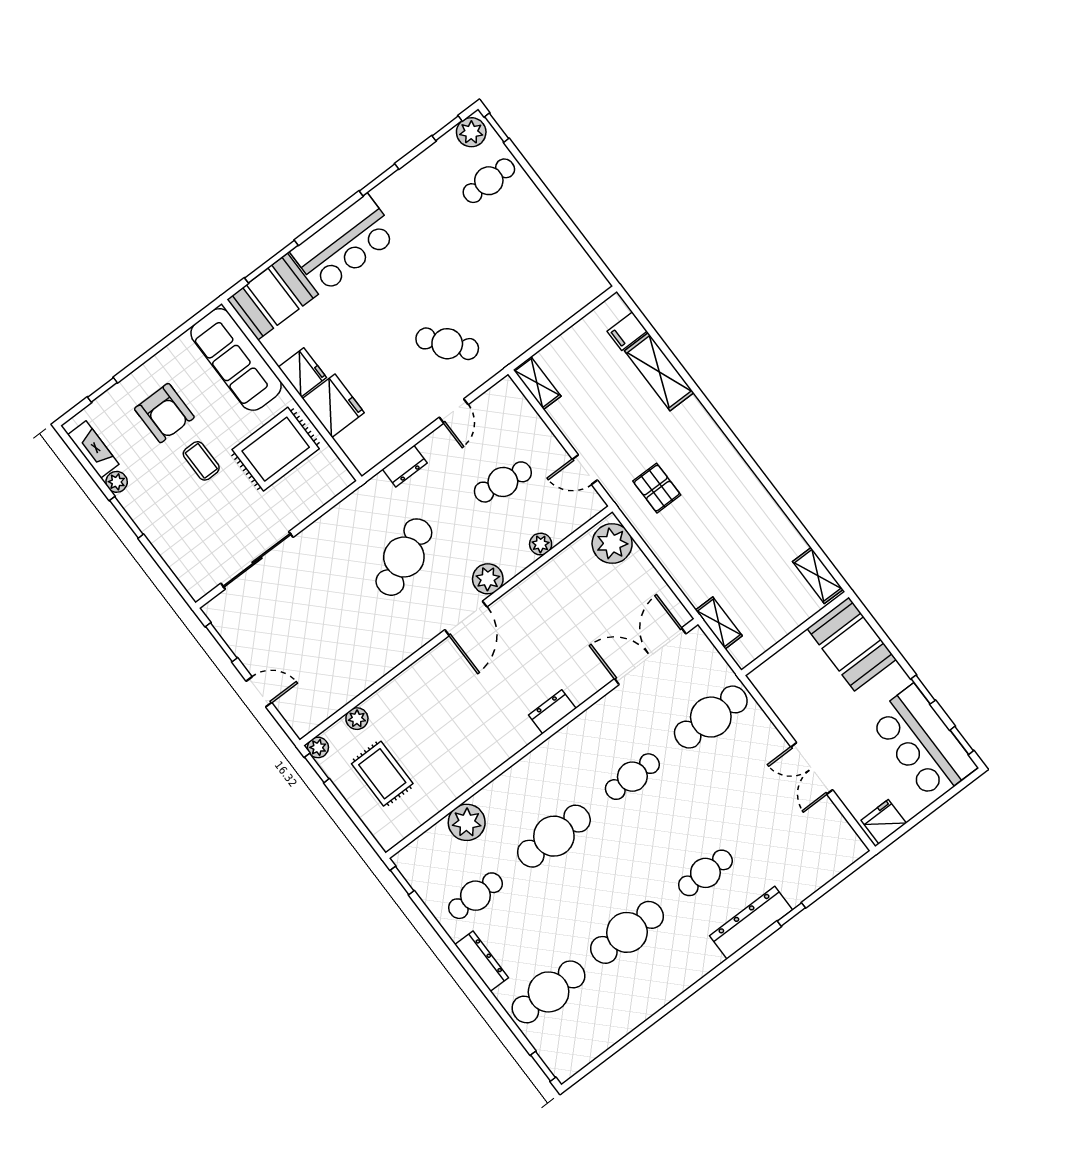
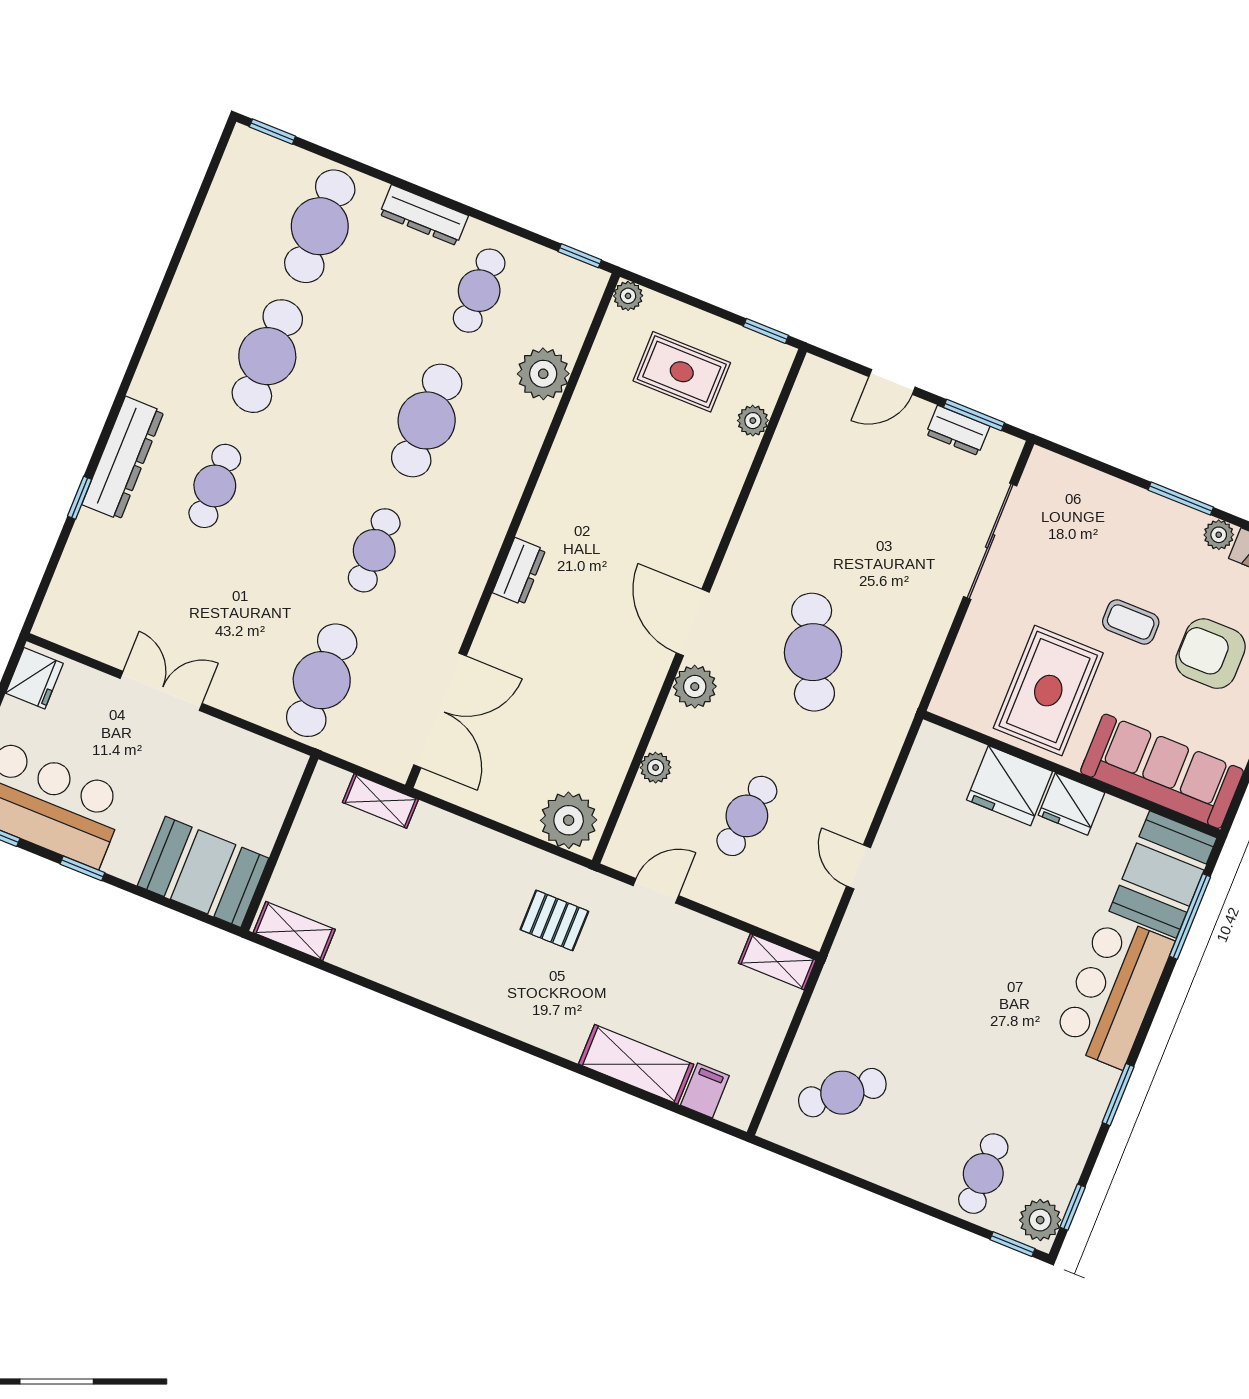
cafe table: (447, 344) -> (842, 1093), moved
dresser: (405, 466) -> (958, 430), moved, turned -90
plant: (318, 747) -> (628, 296), moved

